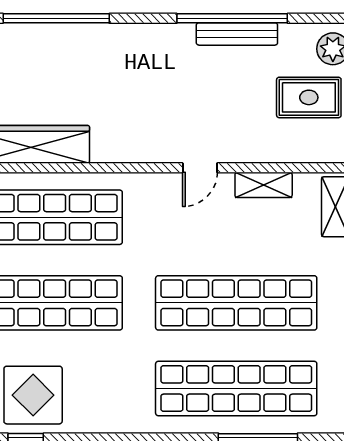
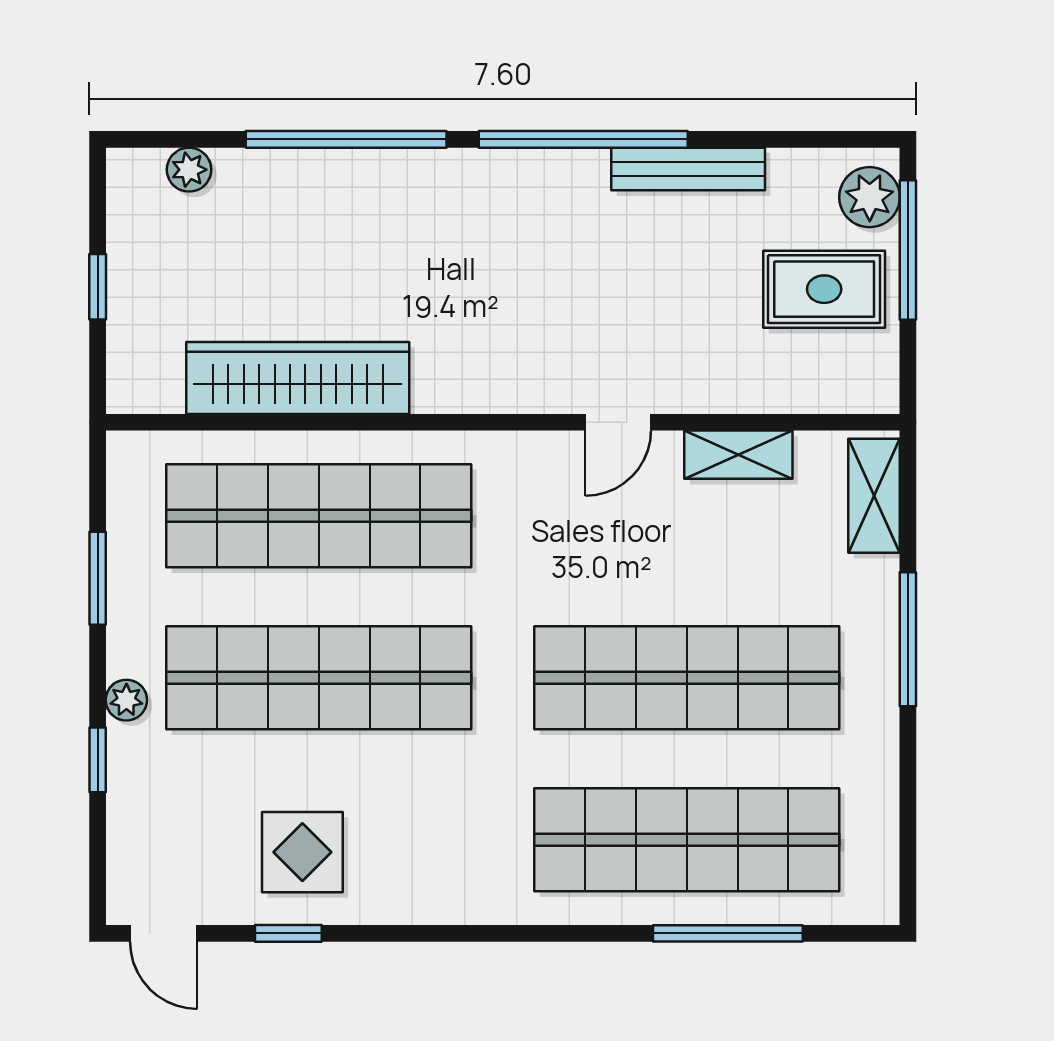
window: (232, 18) -> (583, 139), moved
display table: (33, 395) -> (302, 852), width x0.73, depth x0.73

